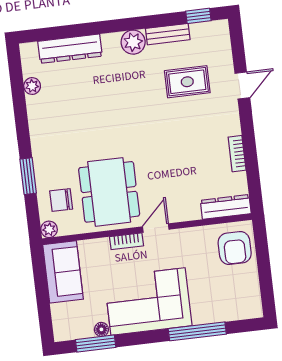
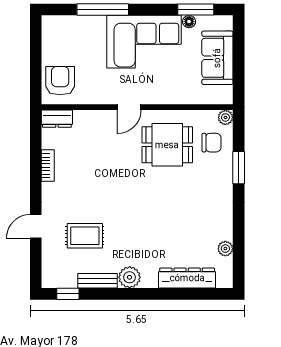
dining table: (109, 192) -> (167, 145), width x0.73
dresser: (226, 207) -> (57, 119), width x0.70
bookcase: (127, 241) -> (157, 98), removed
sofa: (63, 272) -> (217, 58), moved

